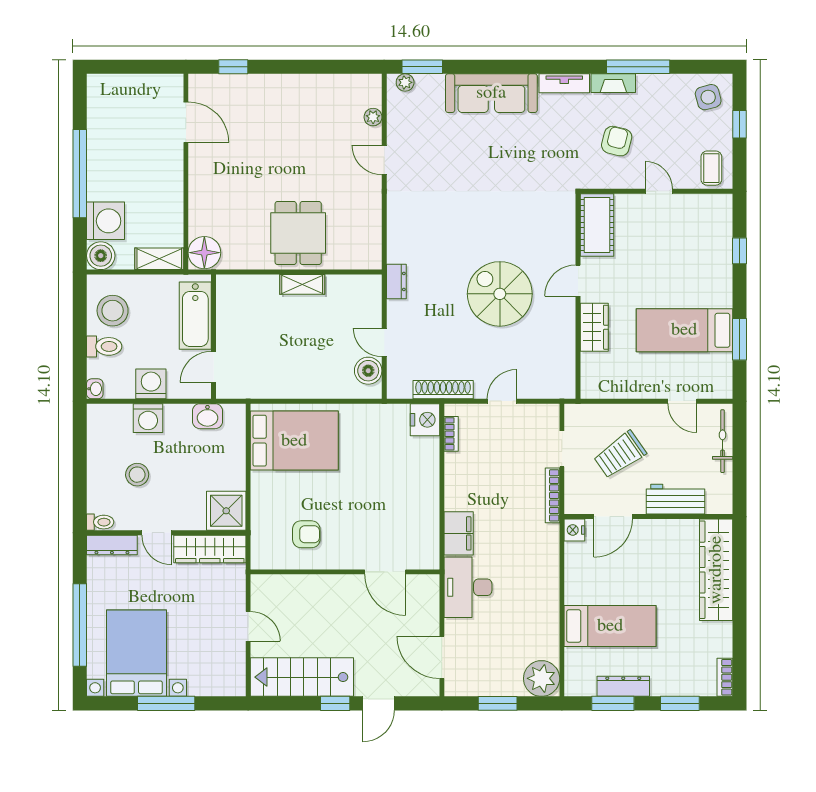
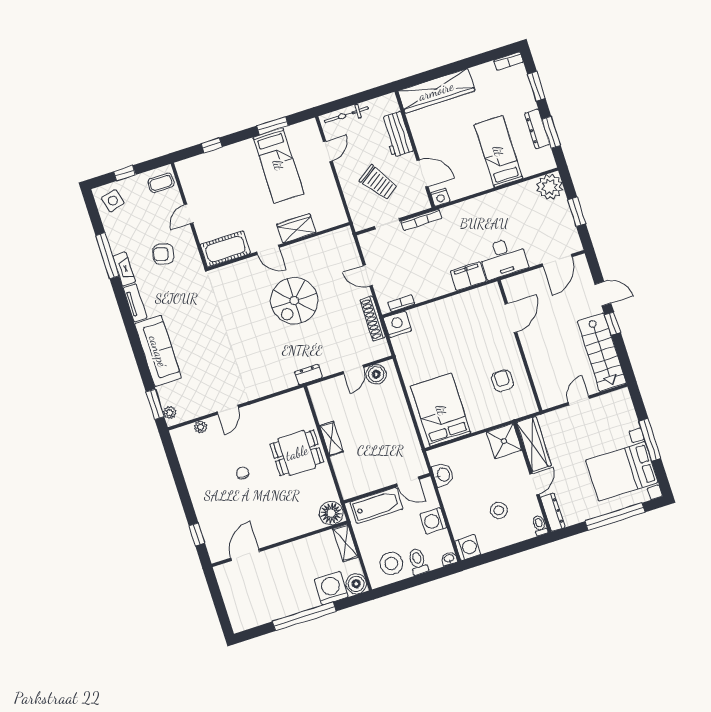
chair: (295, 153) -> (243, 473), added
washing machine: (148, 418) -> (468, 548), moved

